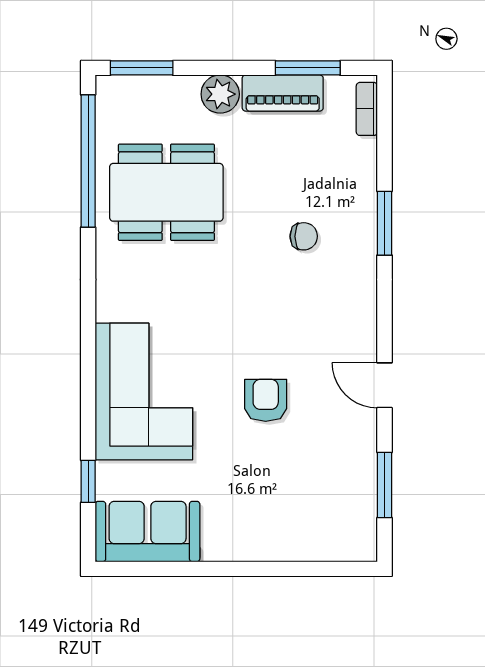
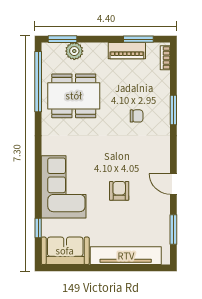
plant: (220, 94) -> (74, 51), moved
tv unit: (280, 542) -> (126, 256), added

